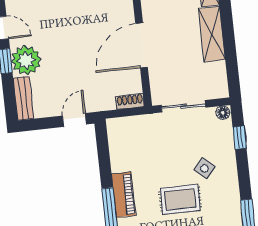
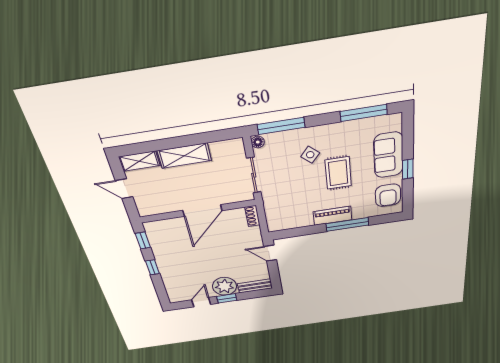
door: (142, 45) -> (202, 211), hinge flipped
window: (240, 138) -> (281, 126), width x2.17

